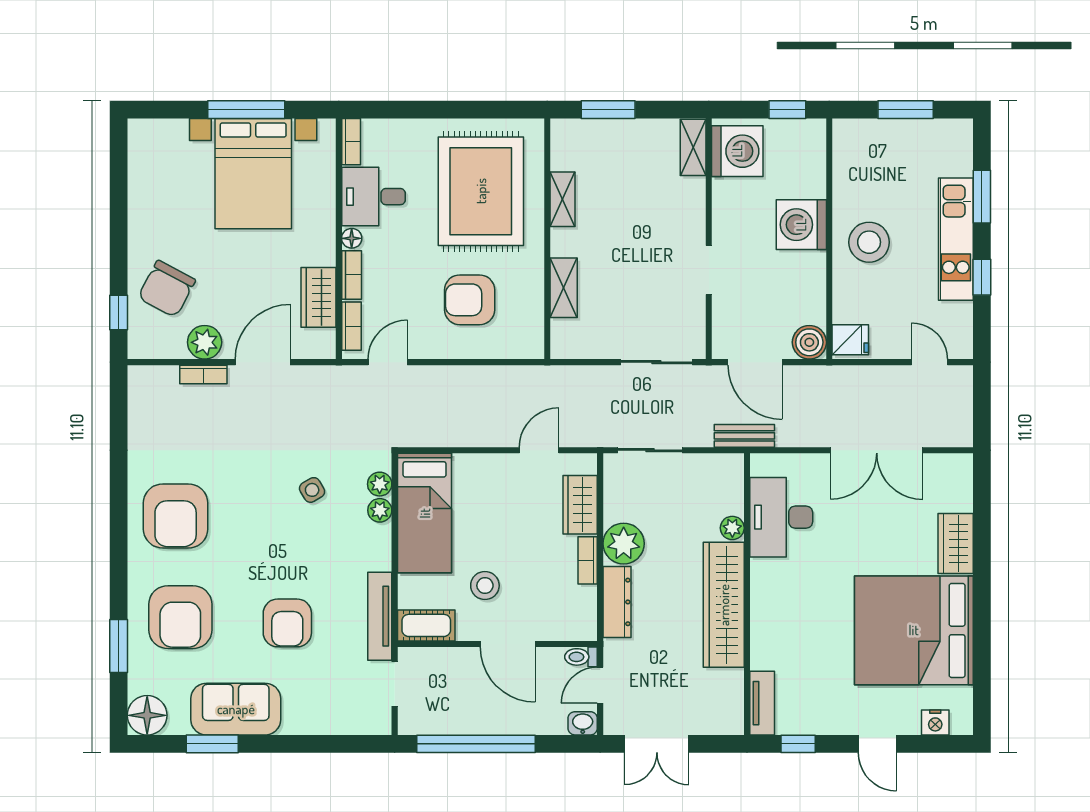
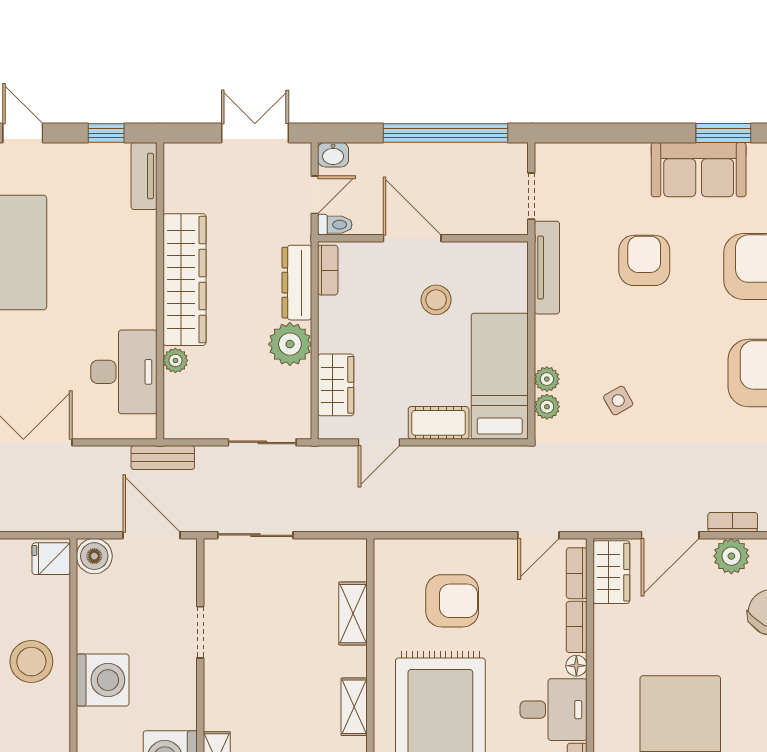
wardrobe: (319, 297) -> (611, 572), moved
bookcase: (588, 560) -> (328, 270), moved
cot: (426, 625) -> (439, 423), moved

